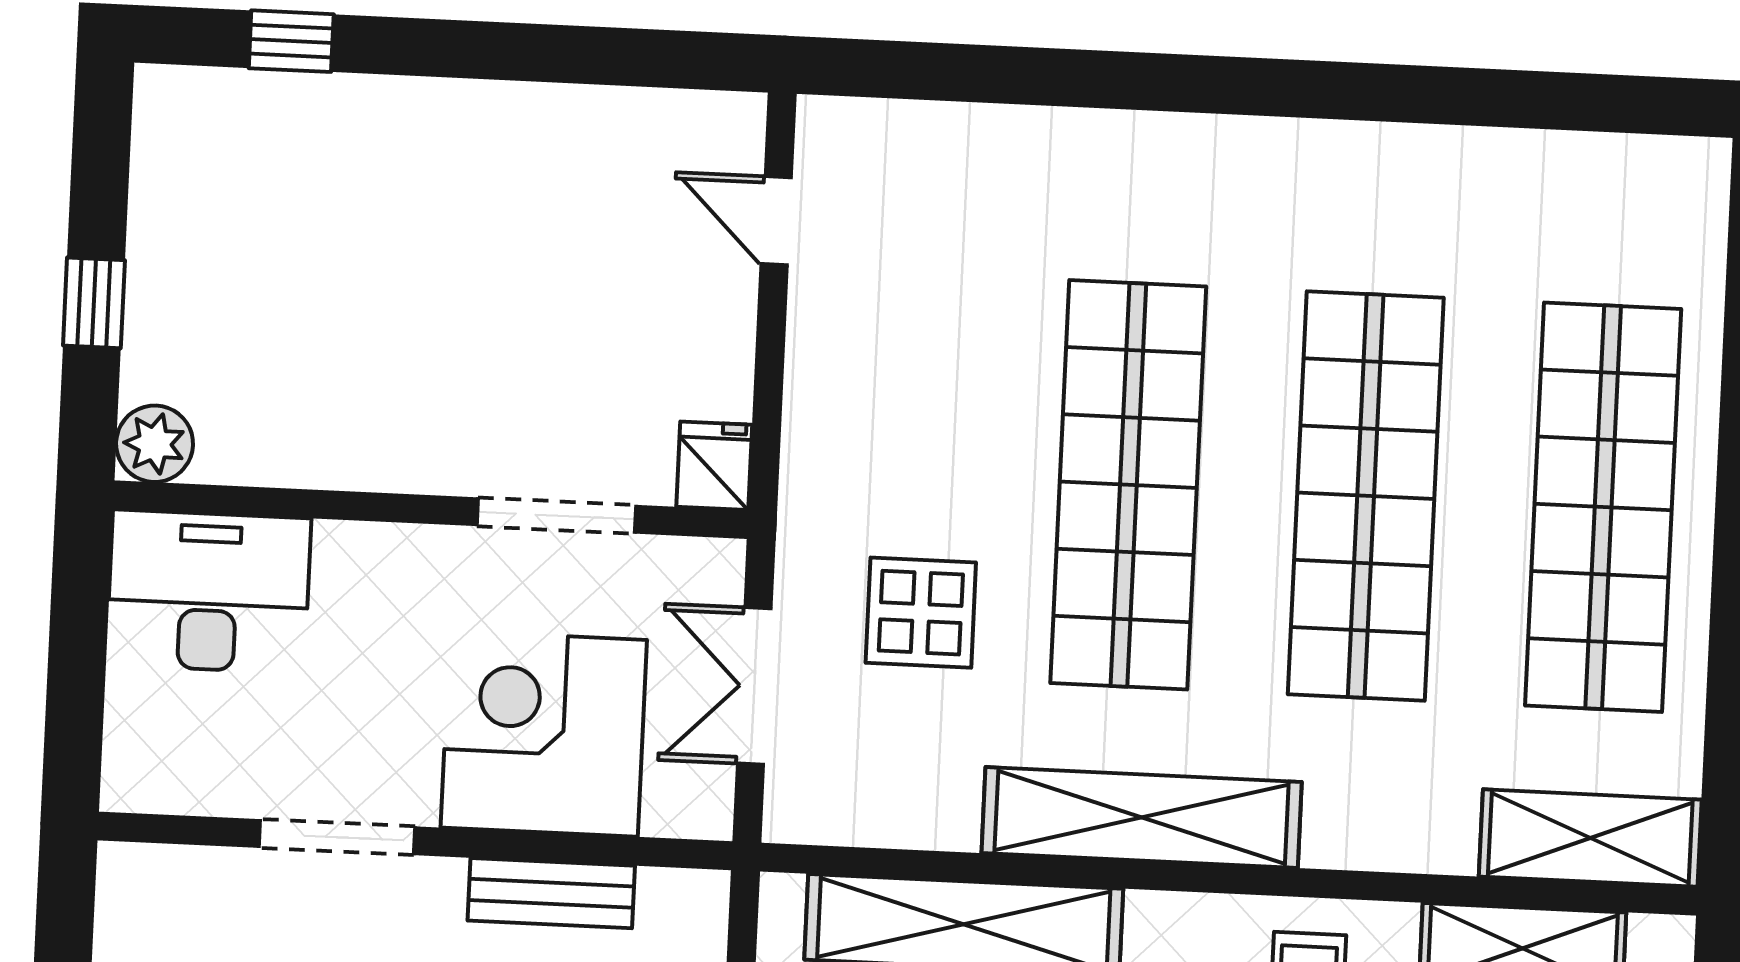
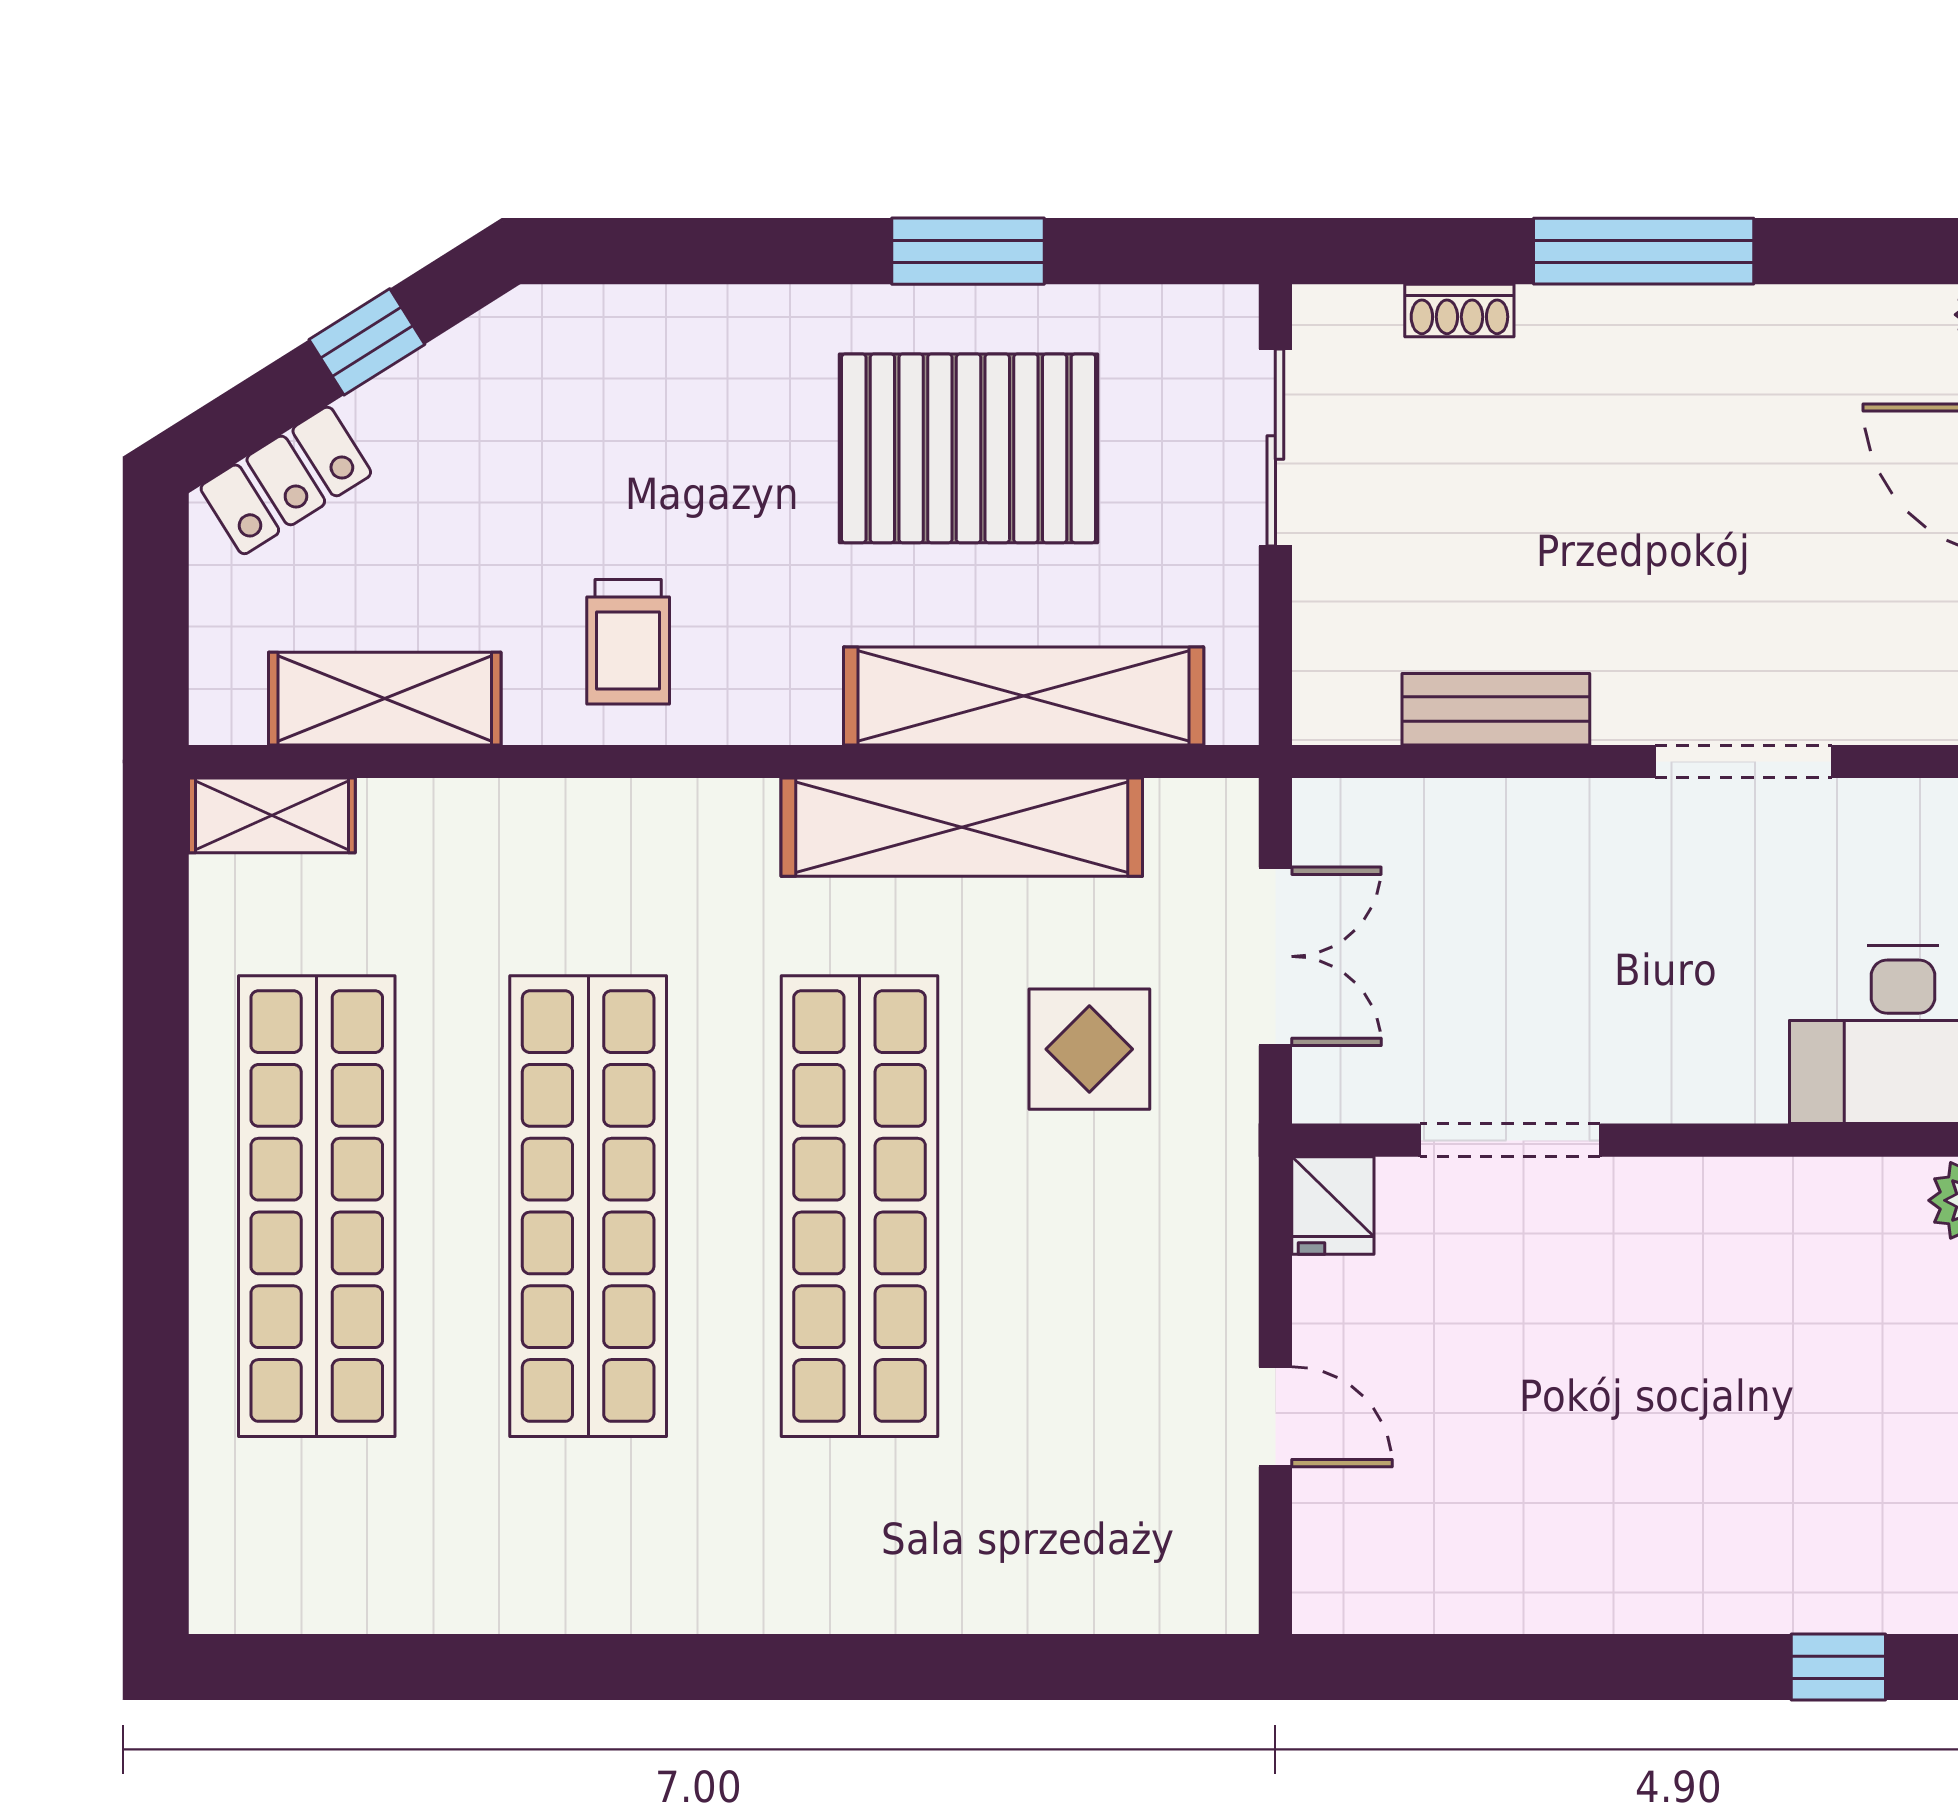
door: (776, 221) -> (1275, 1417), moved
corner desk: (544, 734) -> (1513, 891), removed
shelving: (1142, 817) -> (962, 827), moved
shelving: (1590, 838) -> (272, 815), width x0.67, depth x0.75

